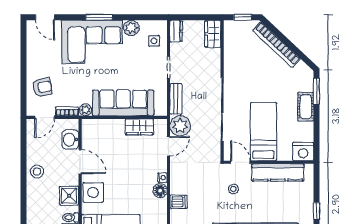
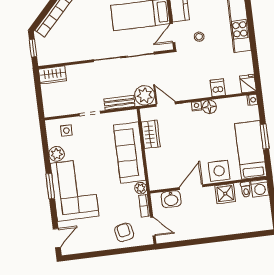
dresser: (176, 31) -> (54, 110), removed
stool: (37, 172) -> (206, 227), removed

